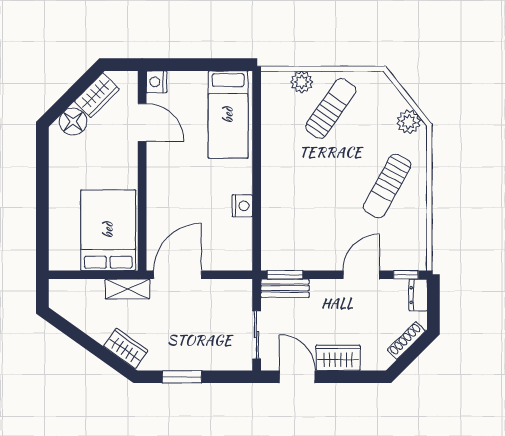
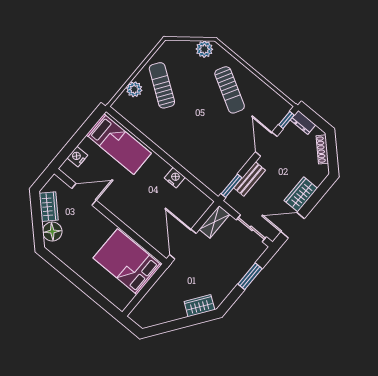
nightstand: (156, 82) -> (77, 157), moved, turned 90
bench: (285, 288) -> (250, 179), moved
shelving: (127, 289) -> (214, 222), moved
window: (182, 377) -> (250, 276), moved

